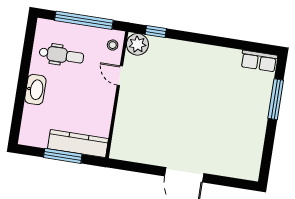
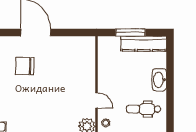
chair: (205, 134) -> (25, 66), added
kitchen counter: (78, 144) -> (144, 44), moved

